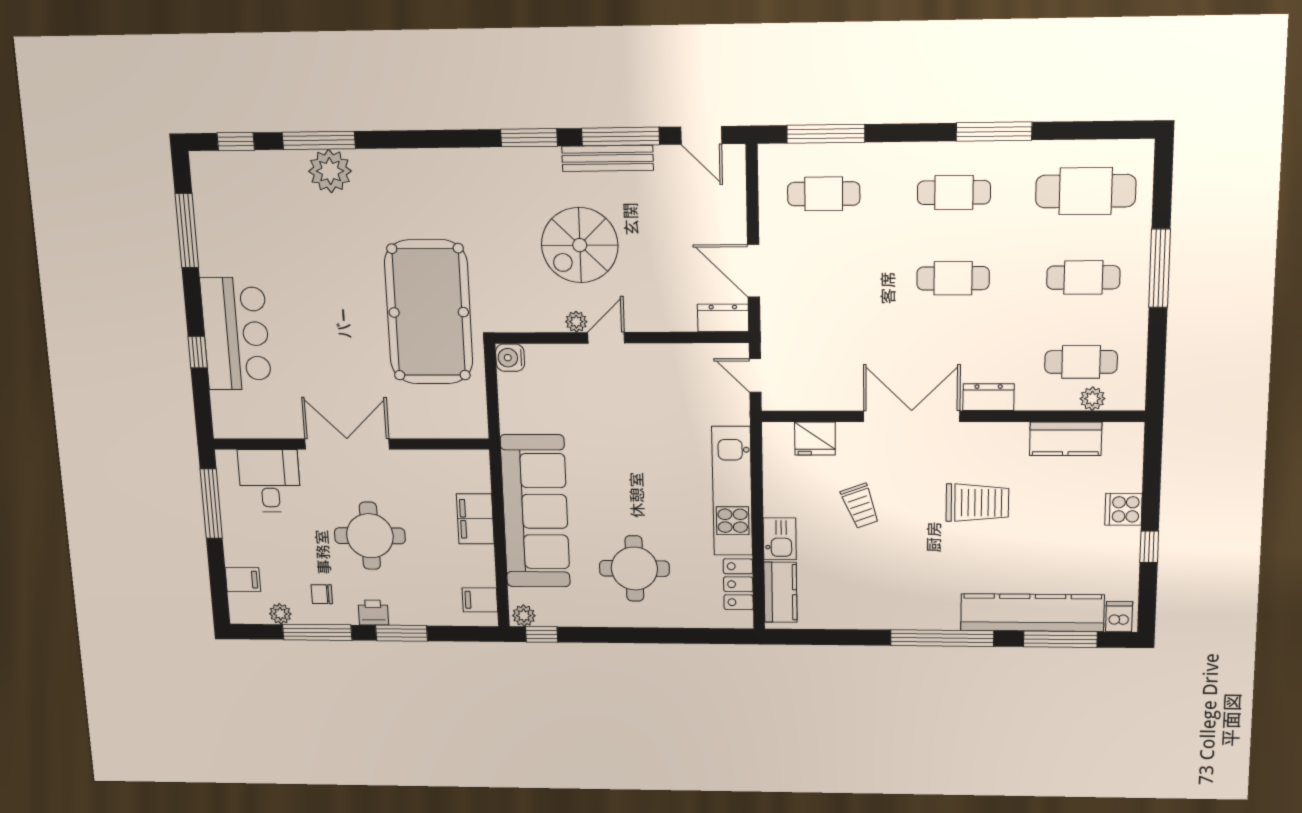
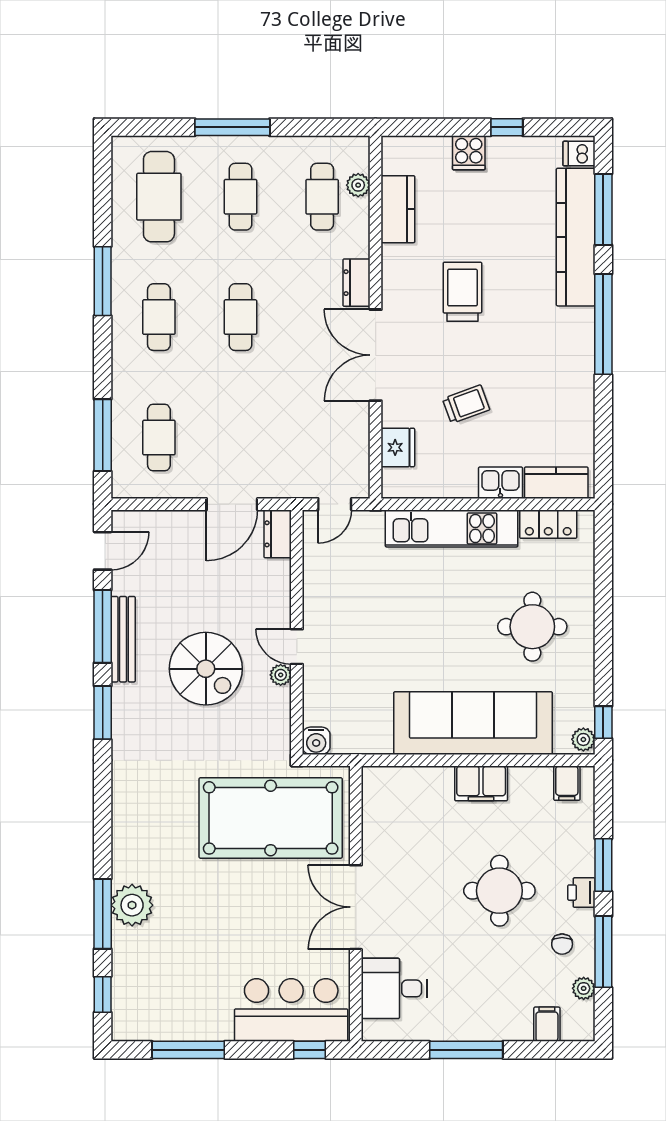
double door: (347, 444) -> (356, 907), moved
wall: (351, 444) -> (356, 904), moved
desk: (269, 481) -> (394, 988), moved

